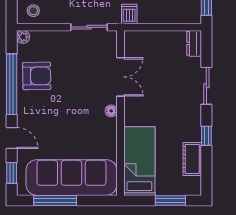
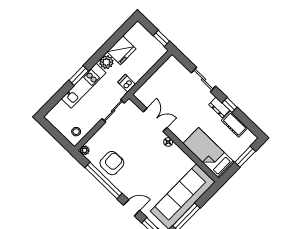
dresser: (194, 43) -> (219, 107), moved

